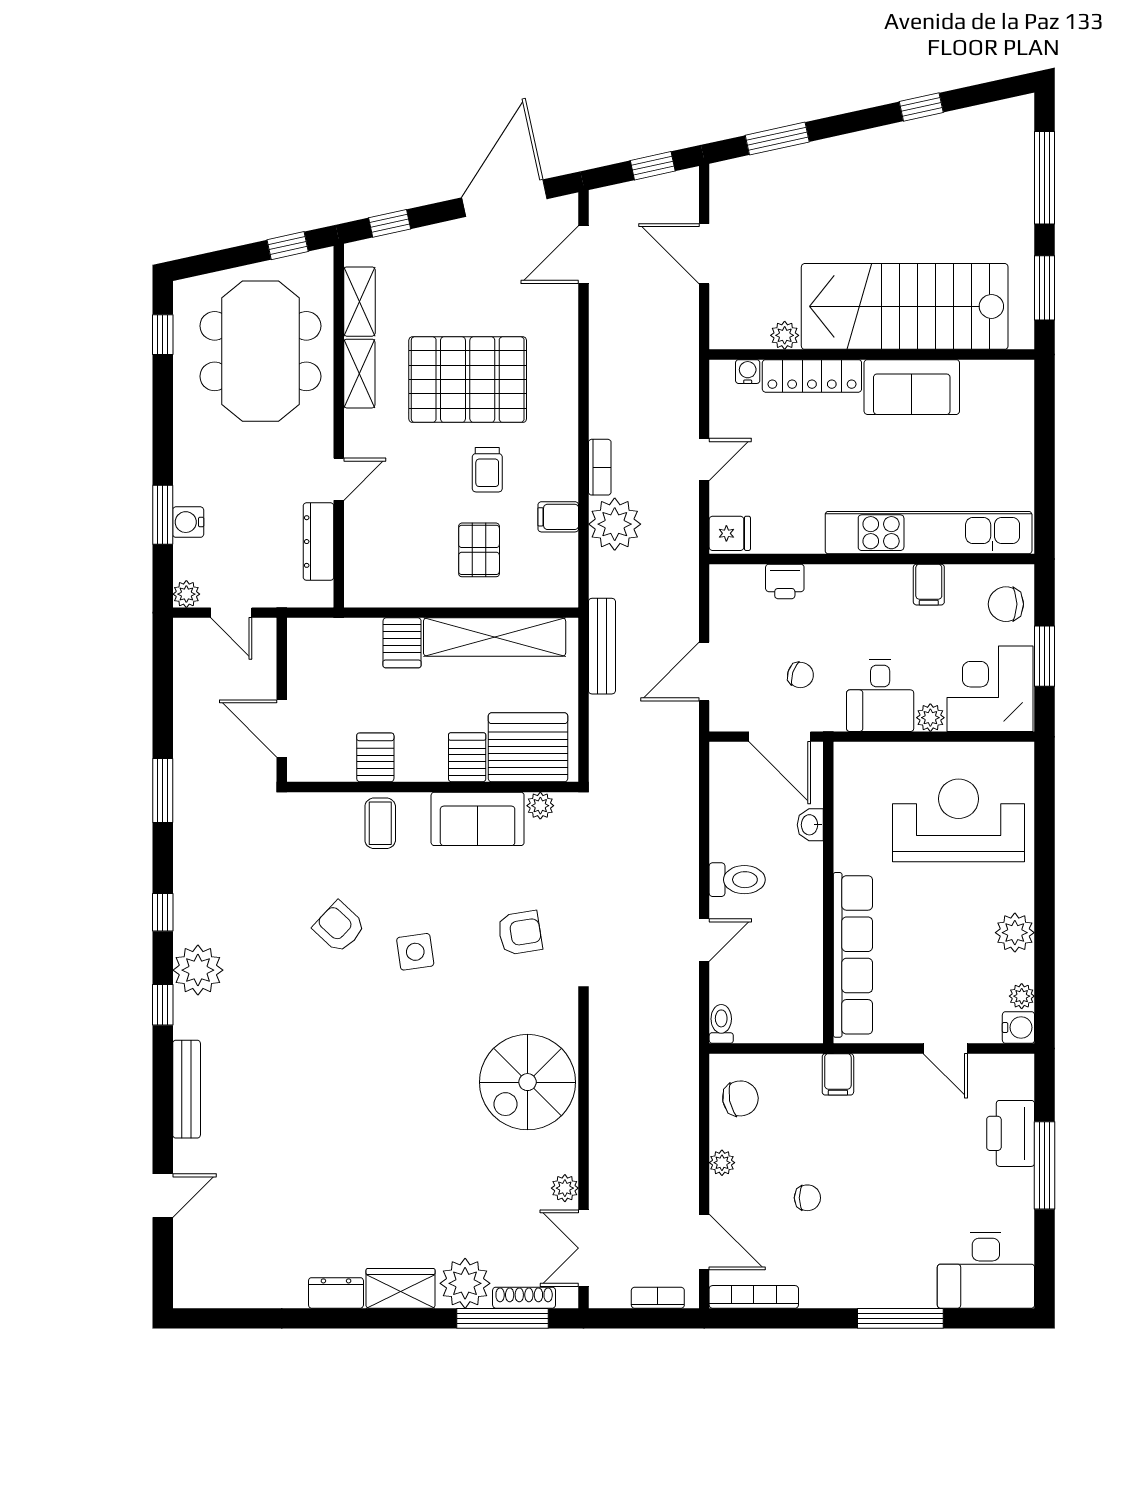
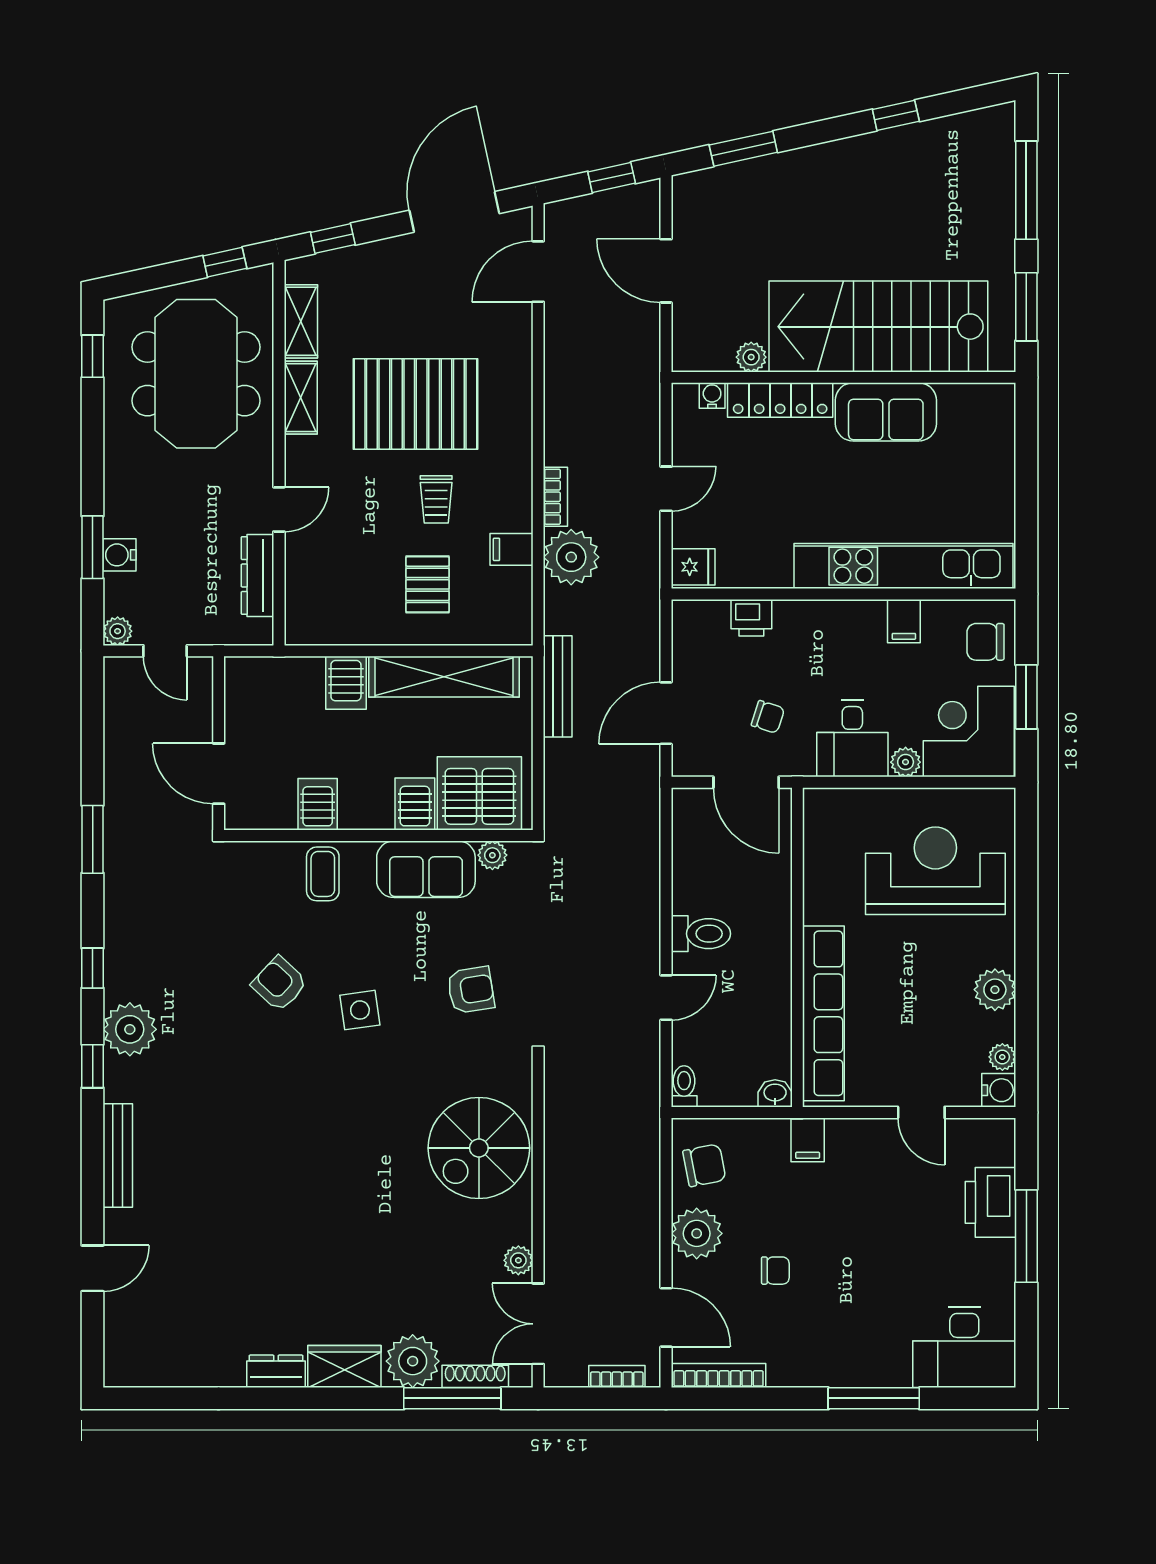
washbasin: (810, 825) -> (775, 1093), moved, turned 90
plant: (722, 1163) -> (697, 1233), width x1.87, depth x1.87

